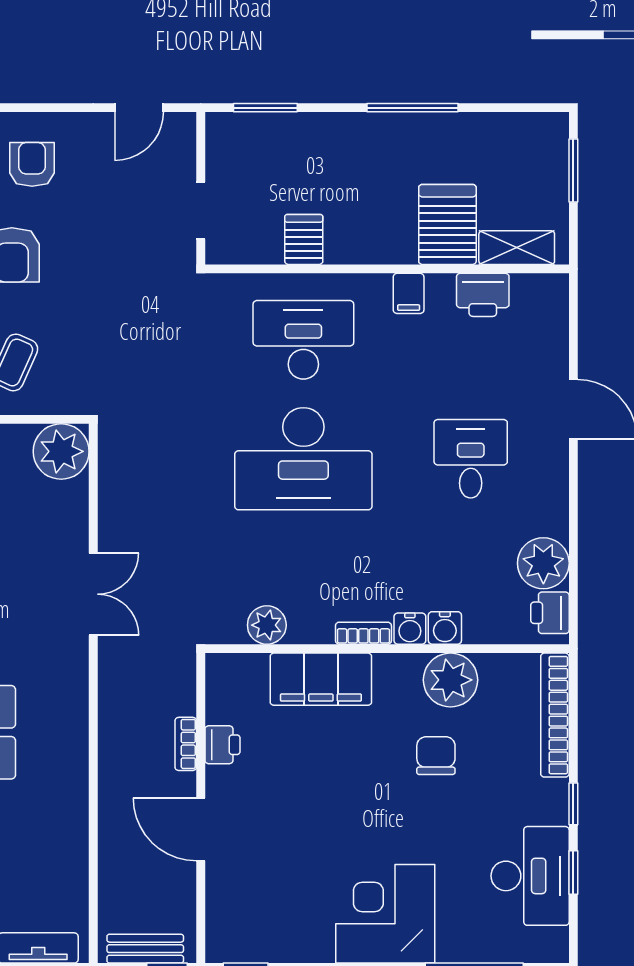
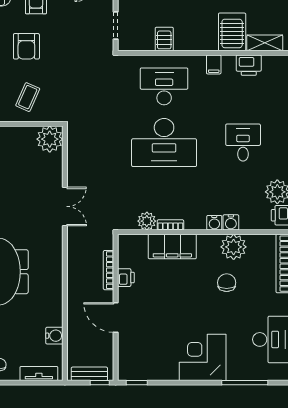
bookcase: (363, 633) -> (170, 225), moved
bookcase: (186, 744) -> (109, 270), width x1.56
water cooler: (71, 868) -> (54, 336), added

